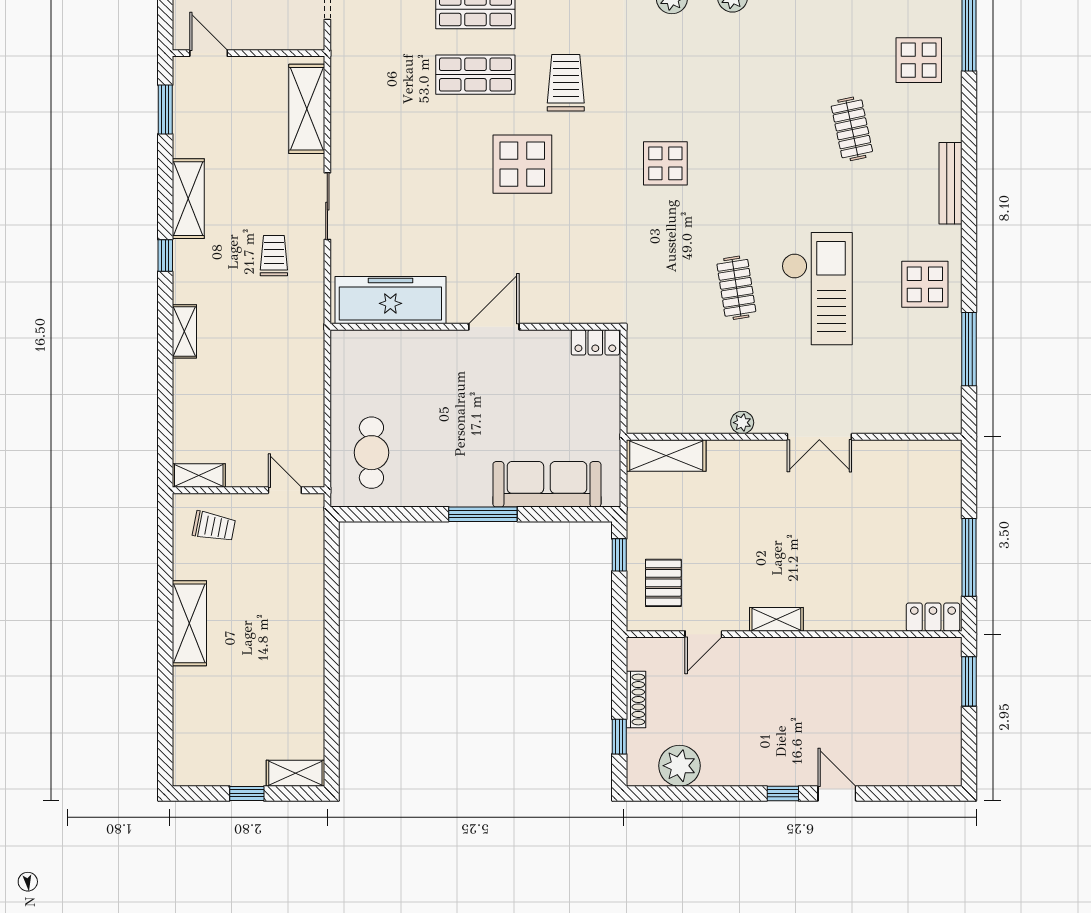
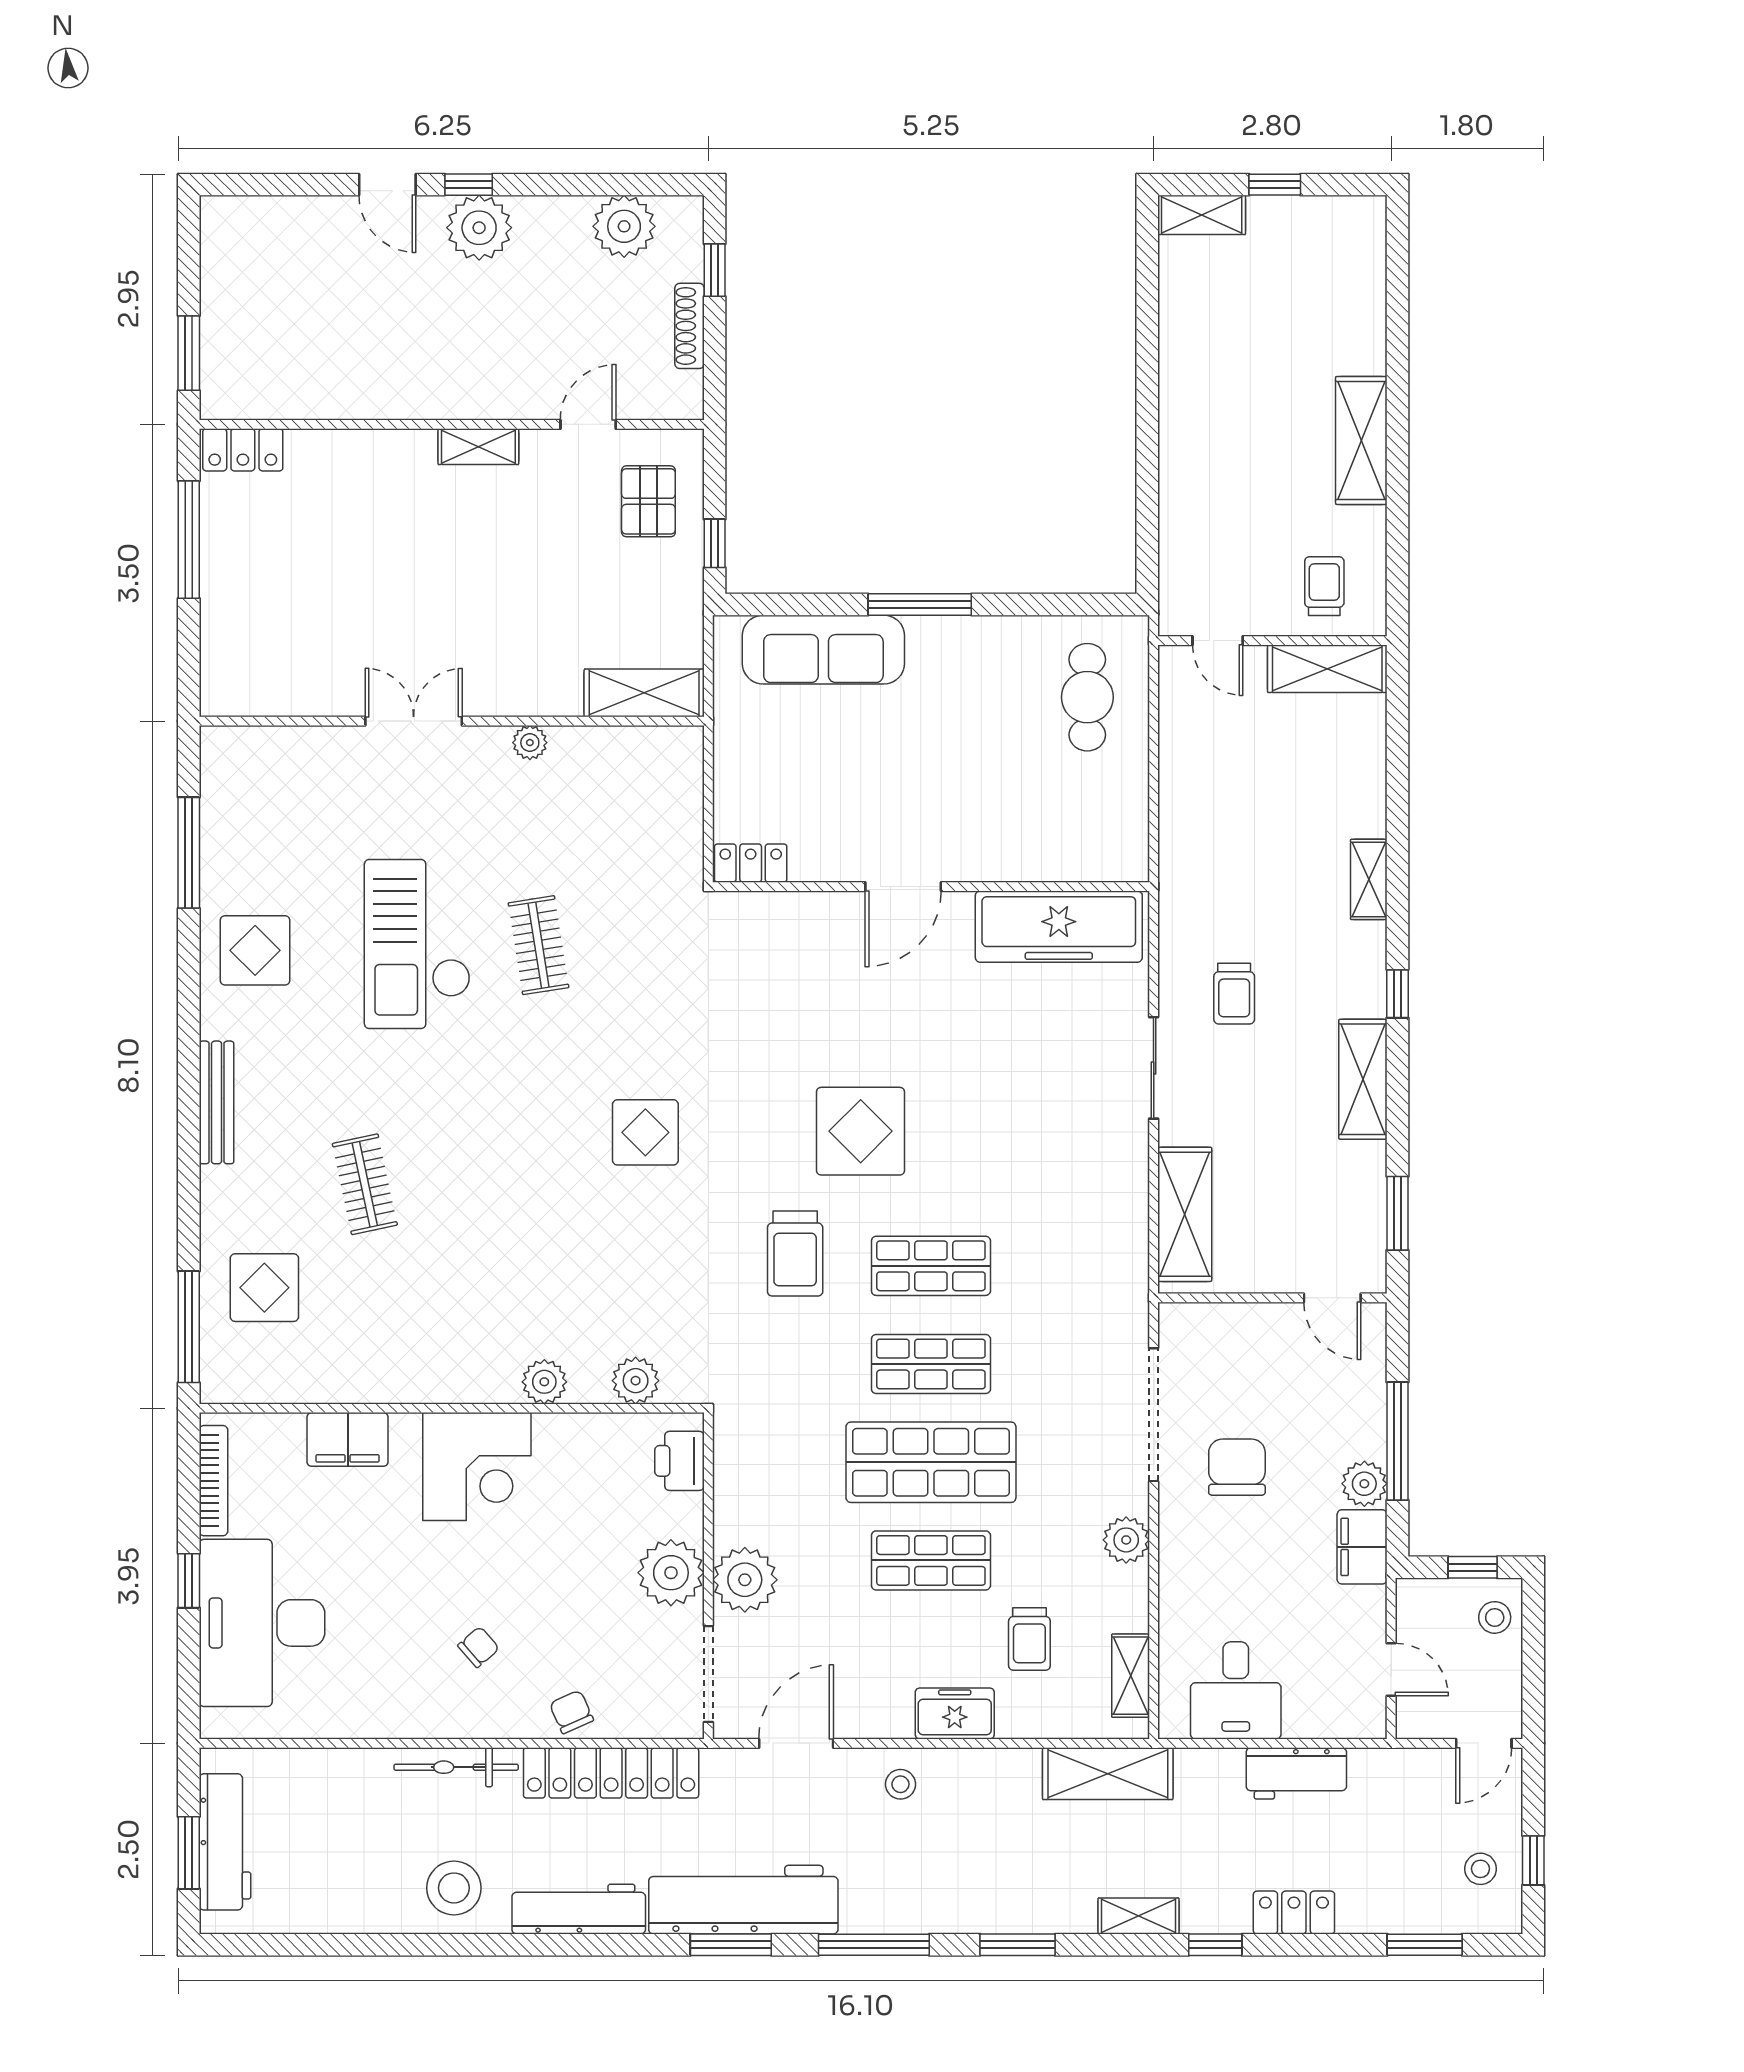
shelving: (199, 476) -> (1327, 669), width x1.50, depth x1.33
trolley: (214, 526) -> (1324, 586), turned 79
plant: (776, 765) -> (479, 228), added

